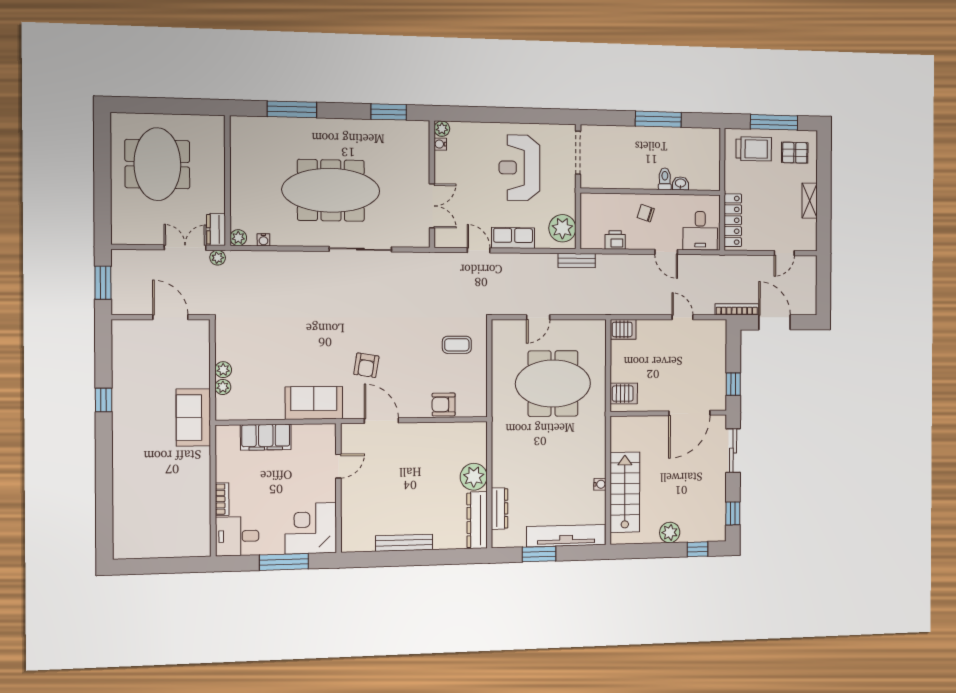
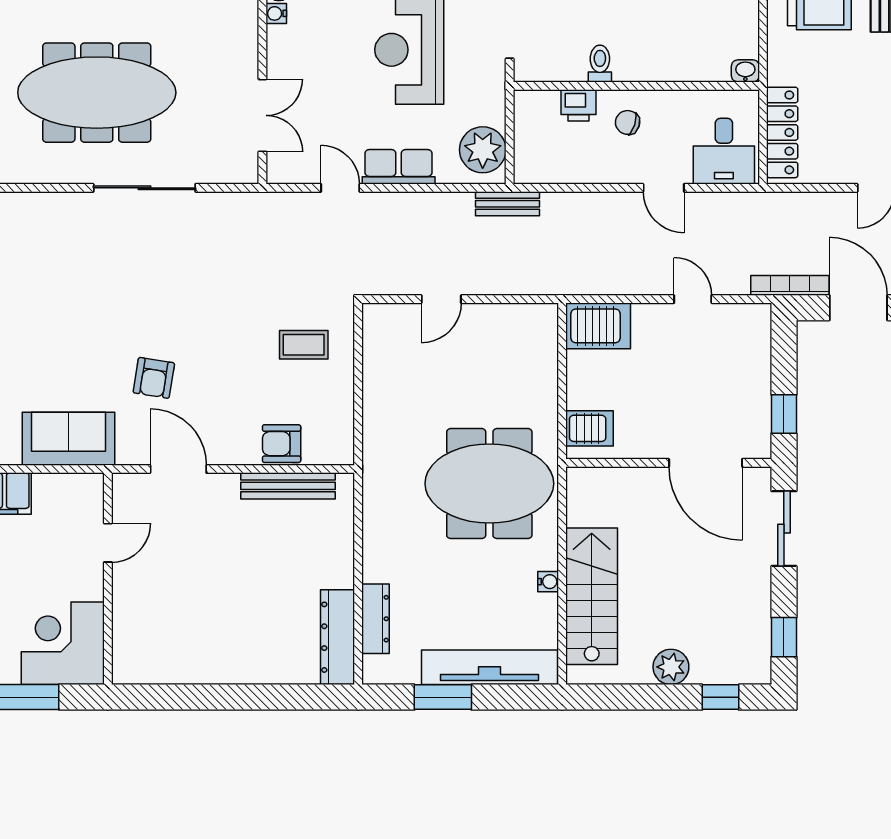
toilet: (665, 179) -> (600, 64), moved
washbasin: (681, 183) -> (745, 71), moved
printer: (615, 240) -> (578, 105), moved, turned 180
server rack: (623, 329) -> (598, 326), width x1.36, depth x1.44
meeting table: (553, 384) -> (489, 484), moved
door: (689, 413) -> (706, 463), hinge flipped
plant: (474, 477) -> (332, 565), removed
bench: (404, 543) -> (288, 486), moved

